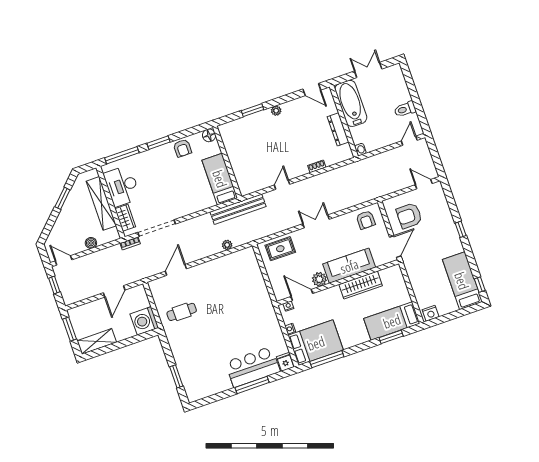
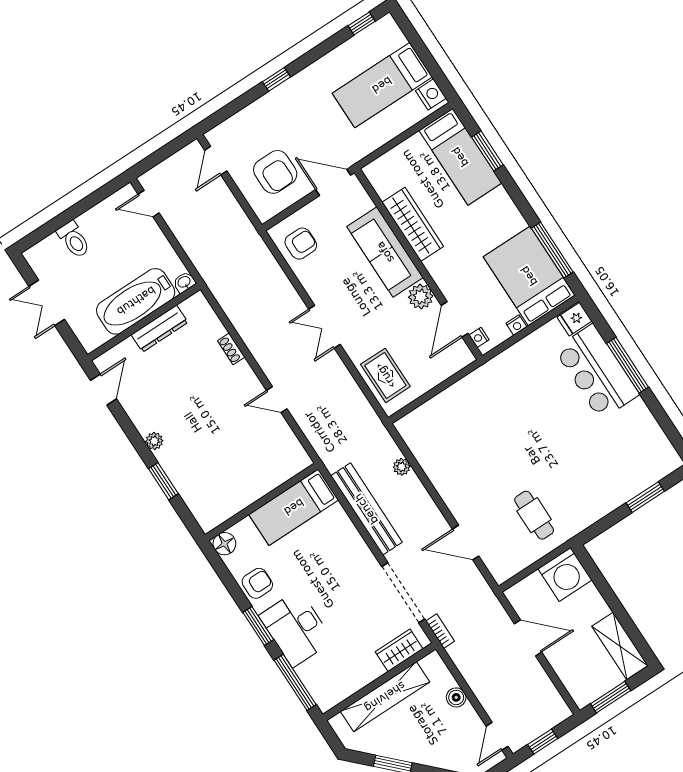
bathtub: (351, 103) -> (136, 301), moved
toilet: (405, 109) -> (74, 240), moved
desk: (122, 186) -> (296, 628), moved, turned 90
bench: (238, 209) -> (366, 509), moved
bed: (462, 281) -> (382, 85), moved

